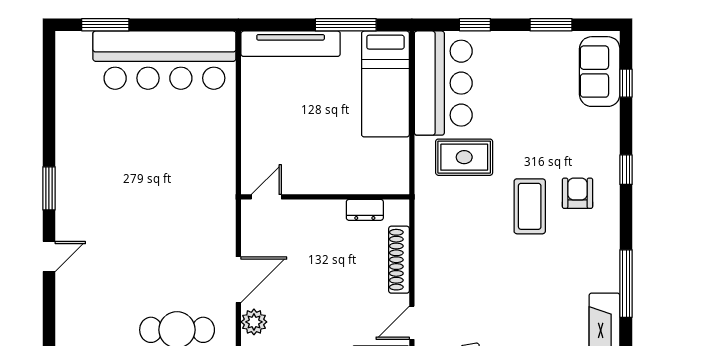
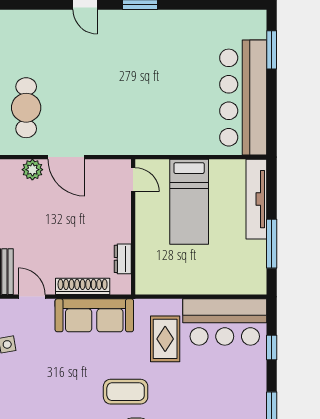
bed: (385, 84) -> (189, 202), moved, turned -90
sofa: (435, 245) -> (94, 315), added

